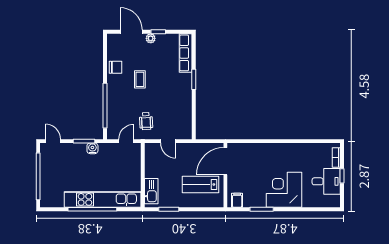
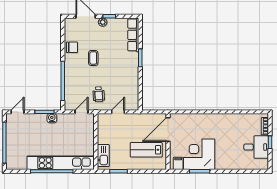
door: (53, 141) -> (17, 112), hinge flipped
door: (168, 141) -> (118, 112), swing flipped
corner desk: (284, 190) -> (199, 154), moved

